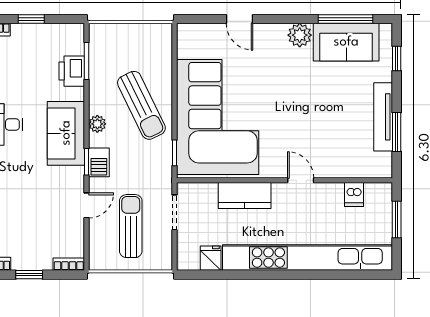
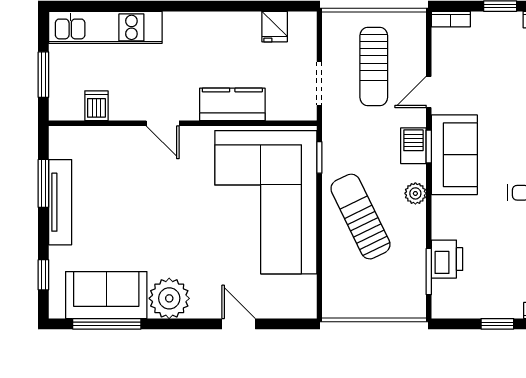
plant: (300, 35) -> (169, 298), width x1.36, depth x1.36
sofa: (66, 133) -> (454, 155), moved
kitchen unit: (307, 258) -> (105, 27), width x0.54

